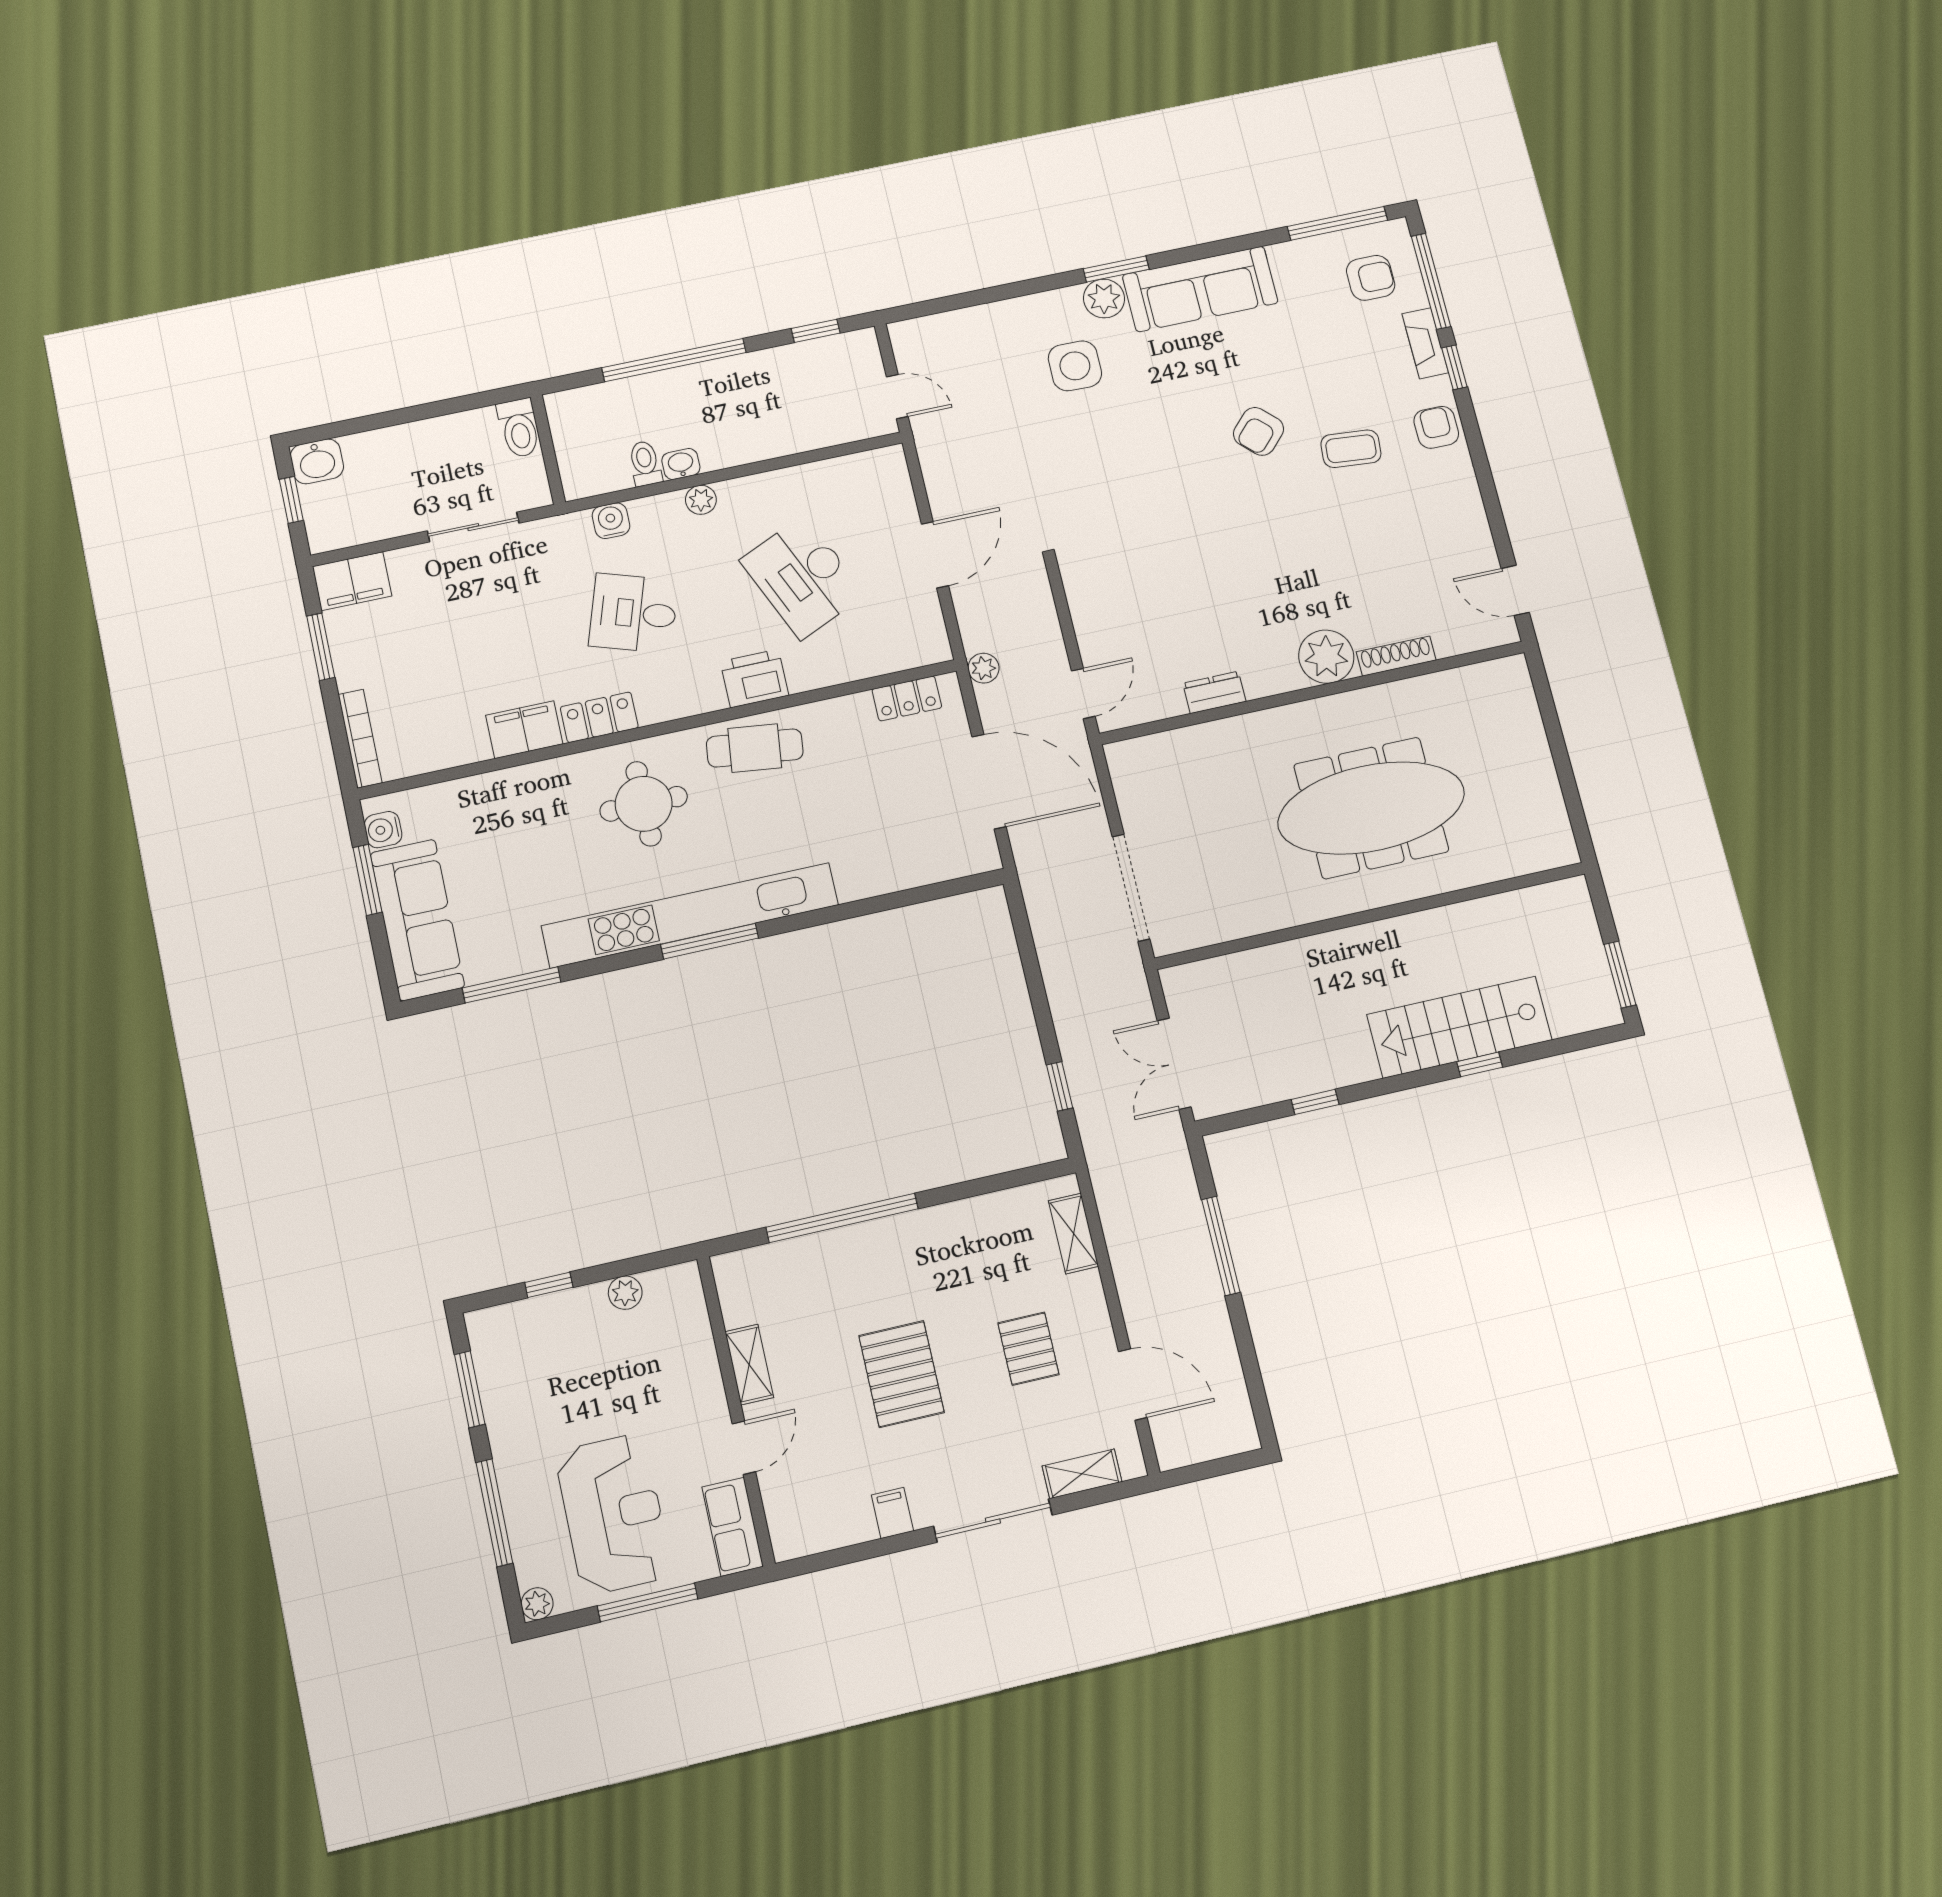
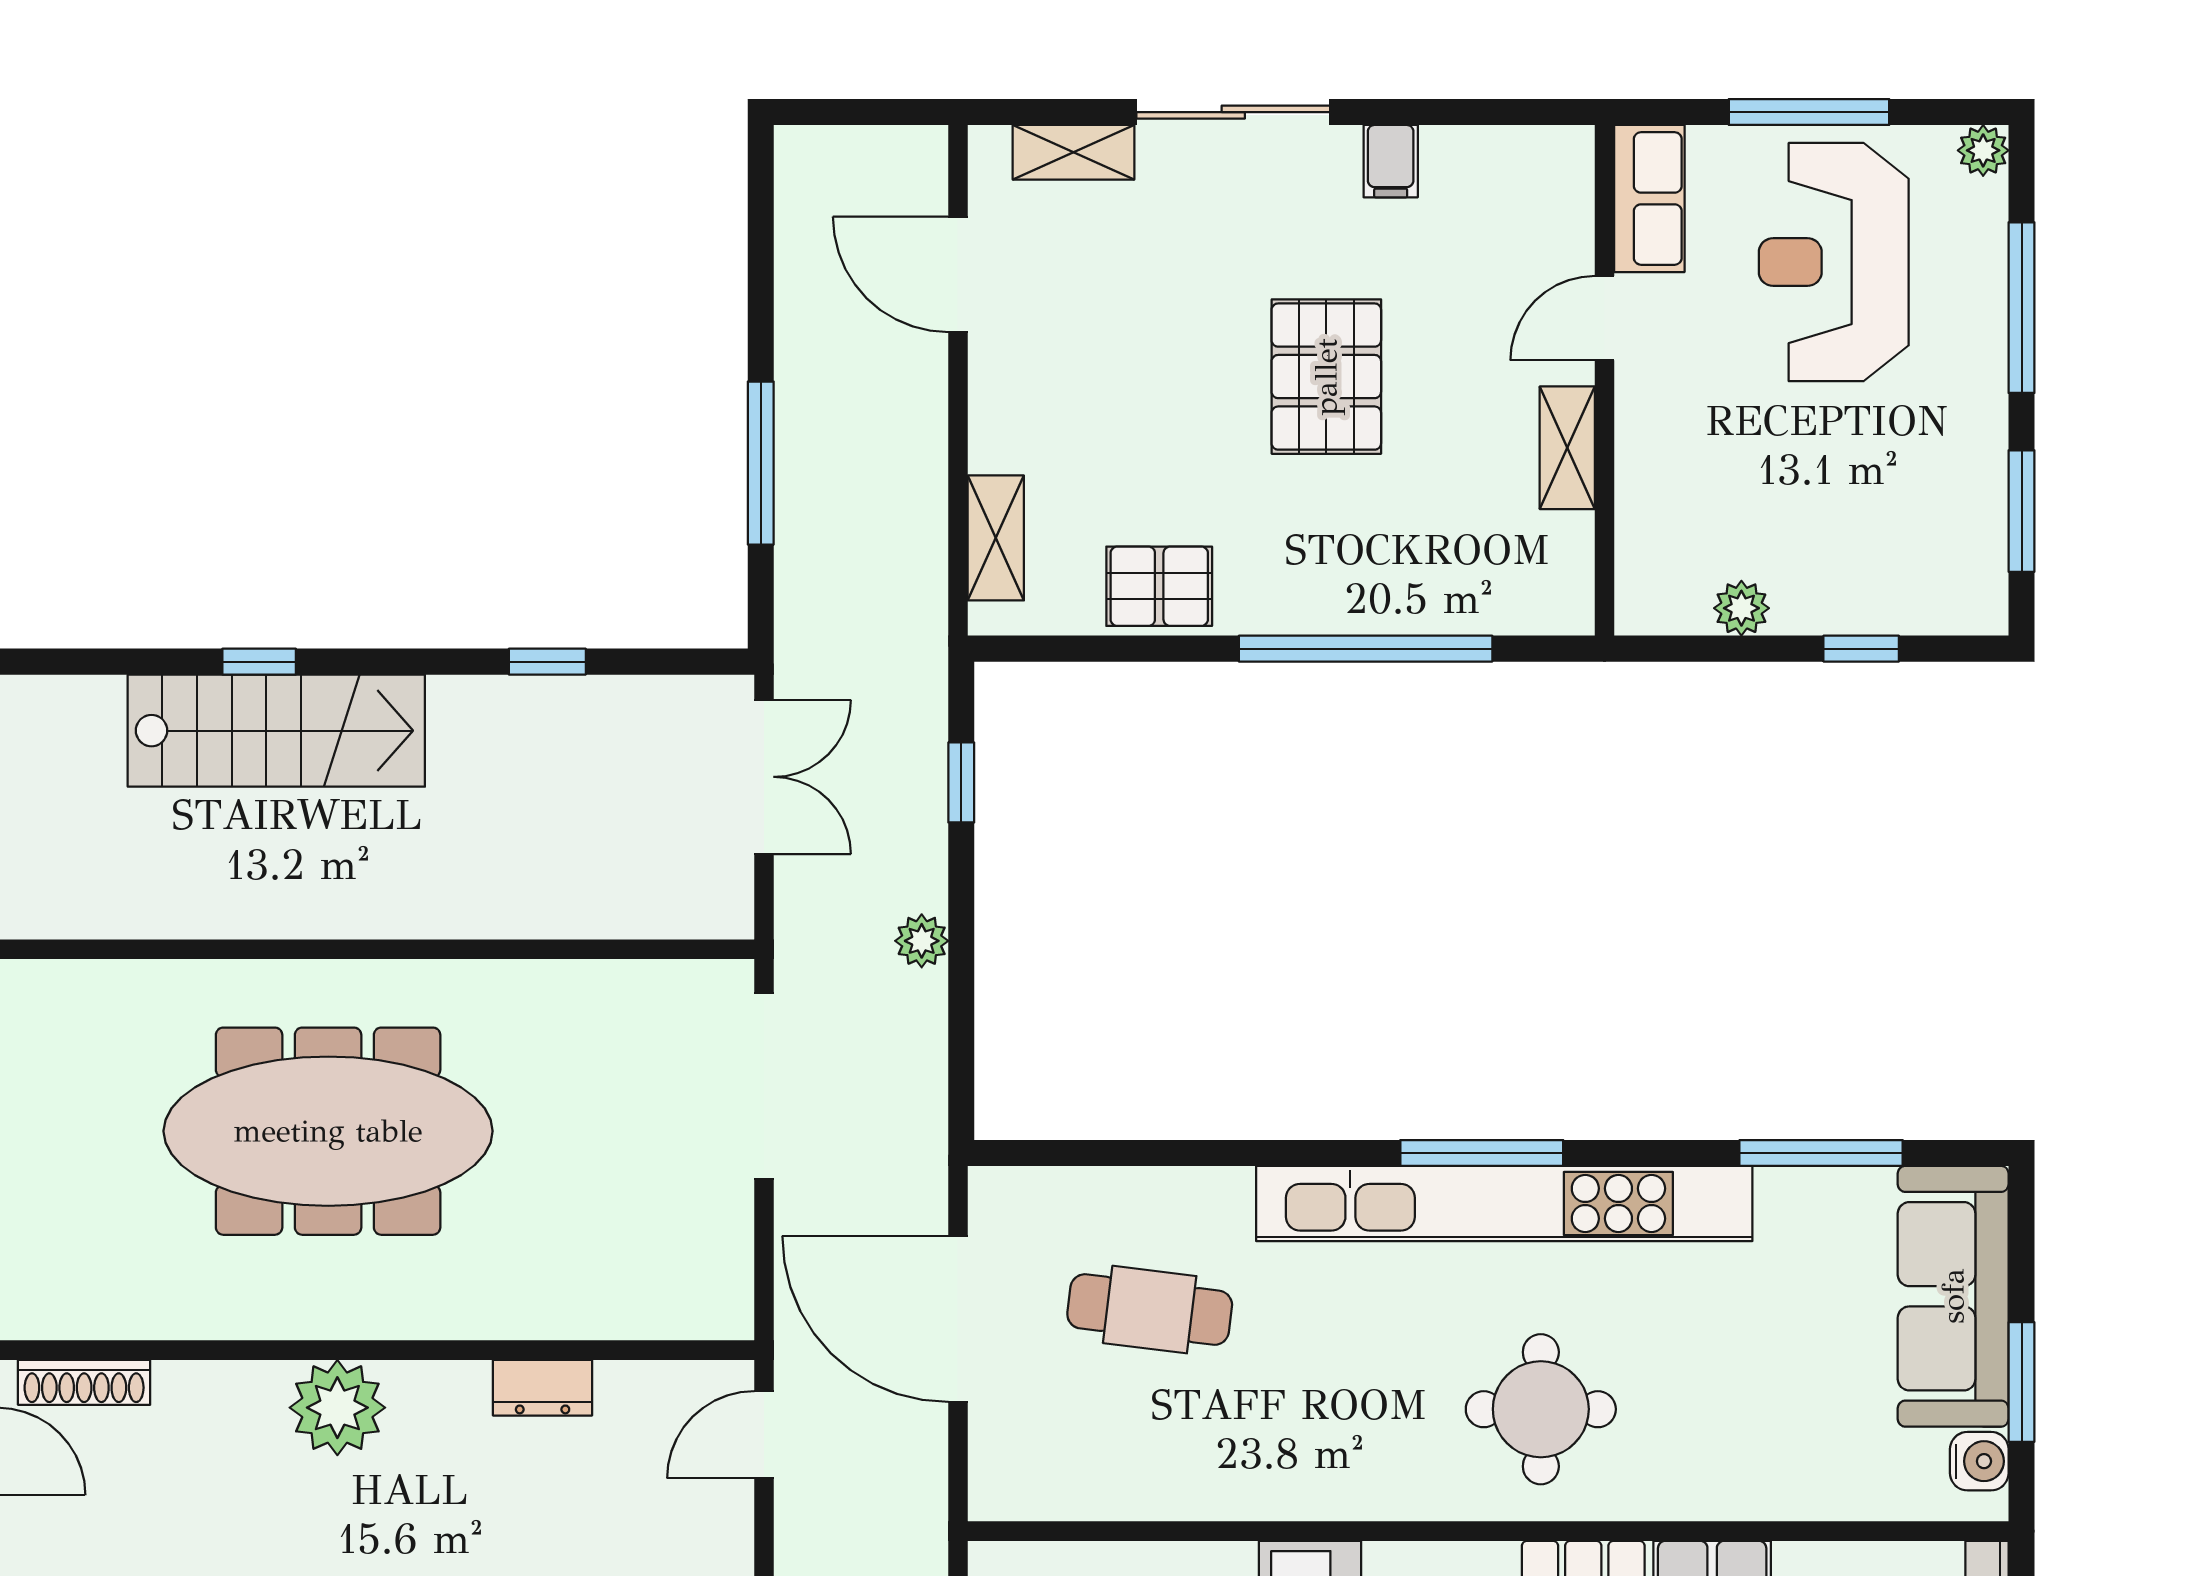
shoe rack: (1396, 656) -> (84, 1382), moved
plant: (983, 668) -> (922, 941), moved
locker: (907, 698) -> (1063, 1492), removed
cafe table: (755, 748) -> (1150, 1310), moved
pallet: (1028, 1349) -> (1159, 586), moved, turned 90

